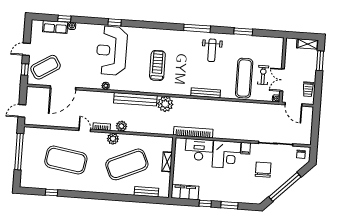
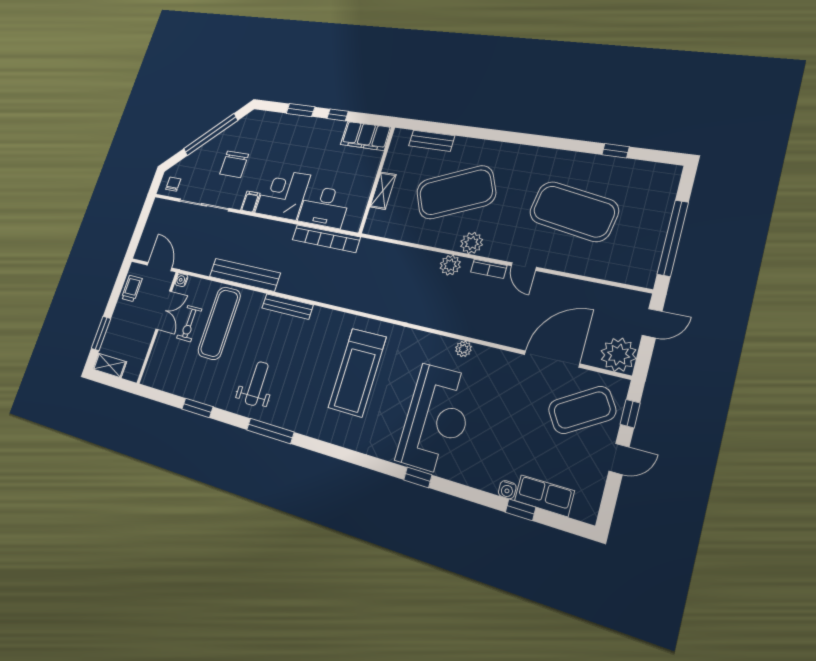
treadmill: (157, 65) -> (357, 372), width x1.37, depth x1.38
bench: (135, 99) -> (245, 275), moved
plant: (165, 104) -> (618, 355), moved

